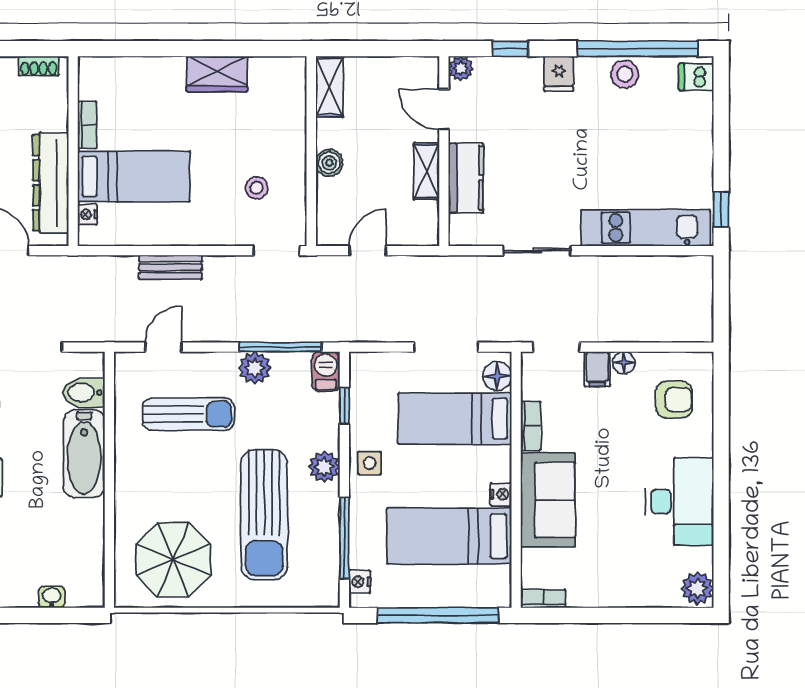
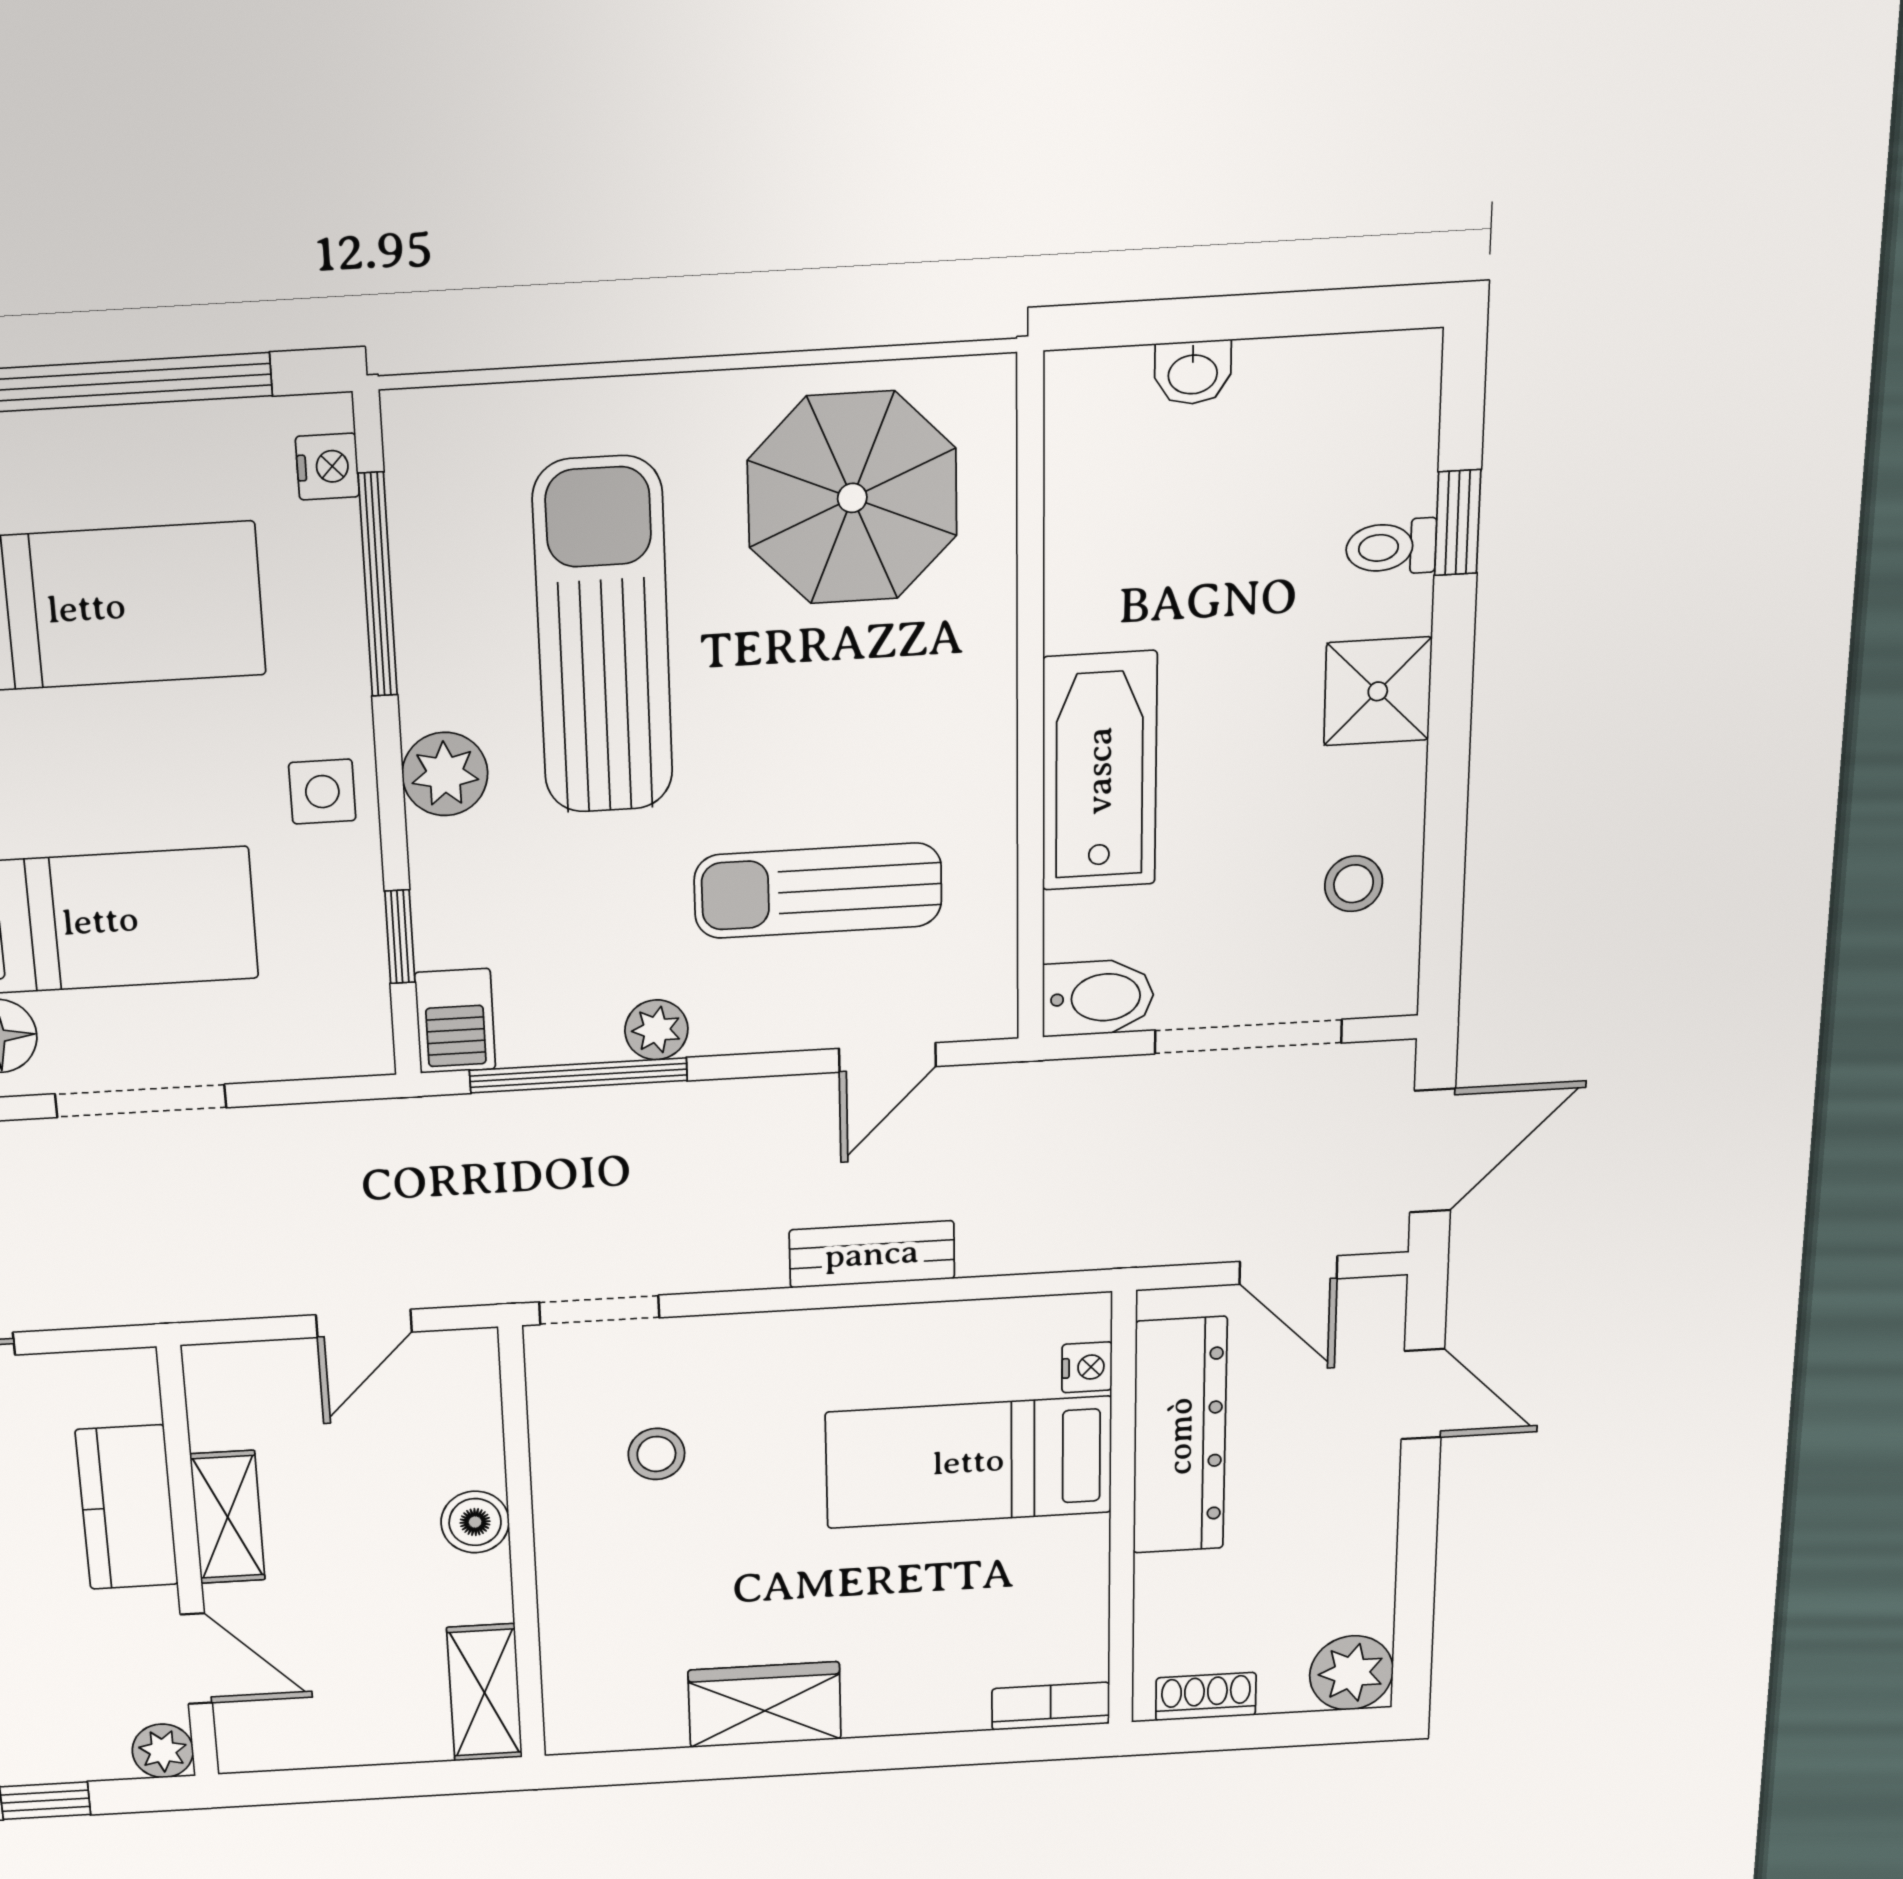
bookcase: (87, 125) -> (1051, 1706), moved, turned 90
plant: (255, 368) -> (656, 1030), width x0.73, depth x0.73
bidet: (84, 393) -> (1098, 998), moved

